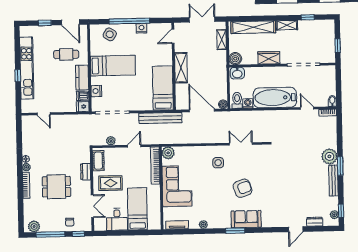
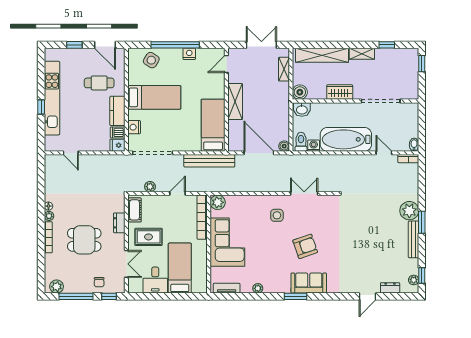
window: (338, 46) -> (422, 64), moved

